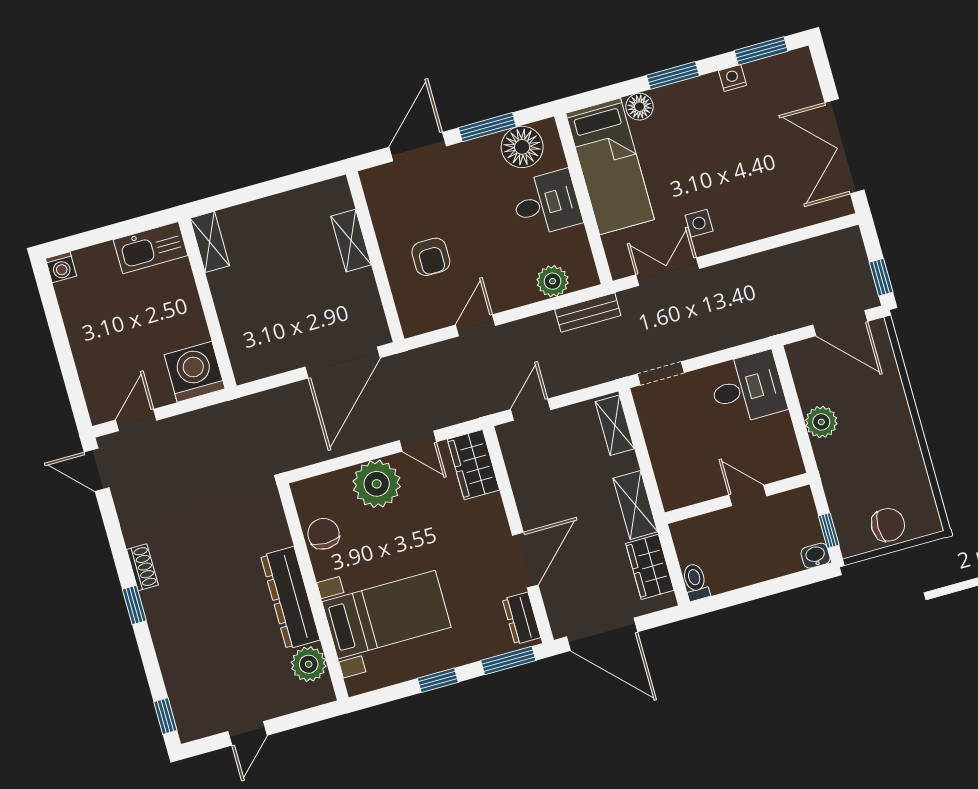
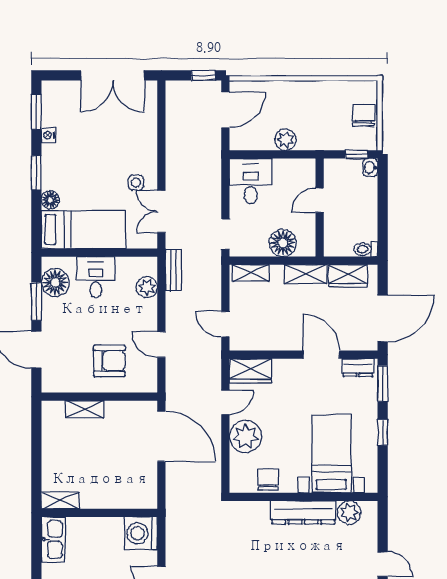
armchair: (431, 257) -> (109, 361), width x1.38, depth x1.38
floor lamp: (671, 459) -> (283, 243), added
chair: (323, 534) -> (268, 480), turned 90

